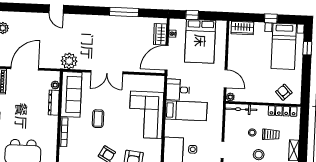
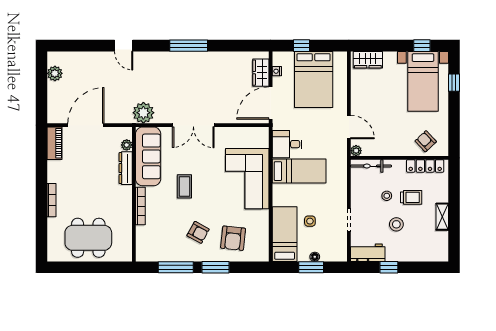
window: (124, 12) -> (189, 46), moved
window: (271, 18) -> (422, 46), moved

